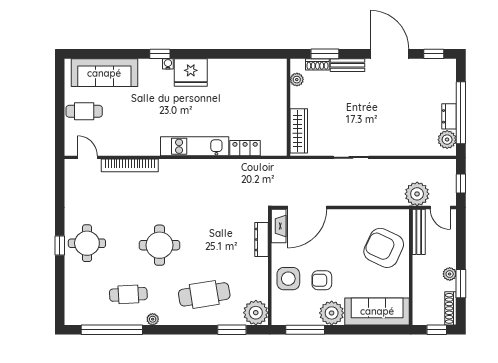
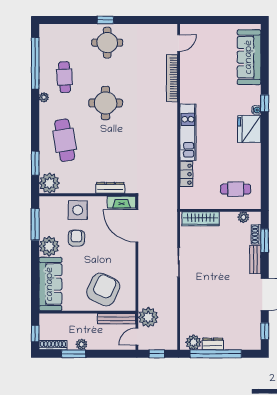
cafe table: (84, 111) -> (236, 189), moved, turned 90

